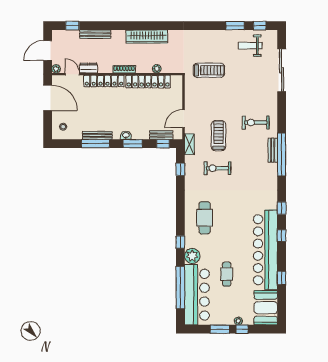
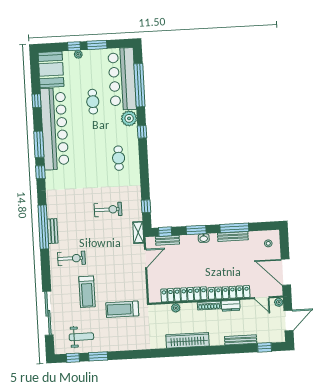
dresser: (88, 68) -> (231, 306), moved
treadmill: (219, 136) -> (87, 292), moved
cafe table: (205, 218) -> (119, 158), width x0.73, depth x0.74
window: (282, 236) -> (39, 144), width x2.17

